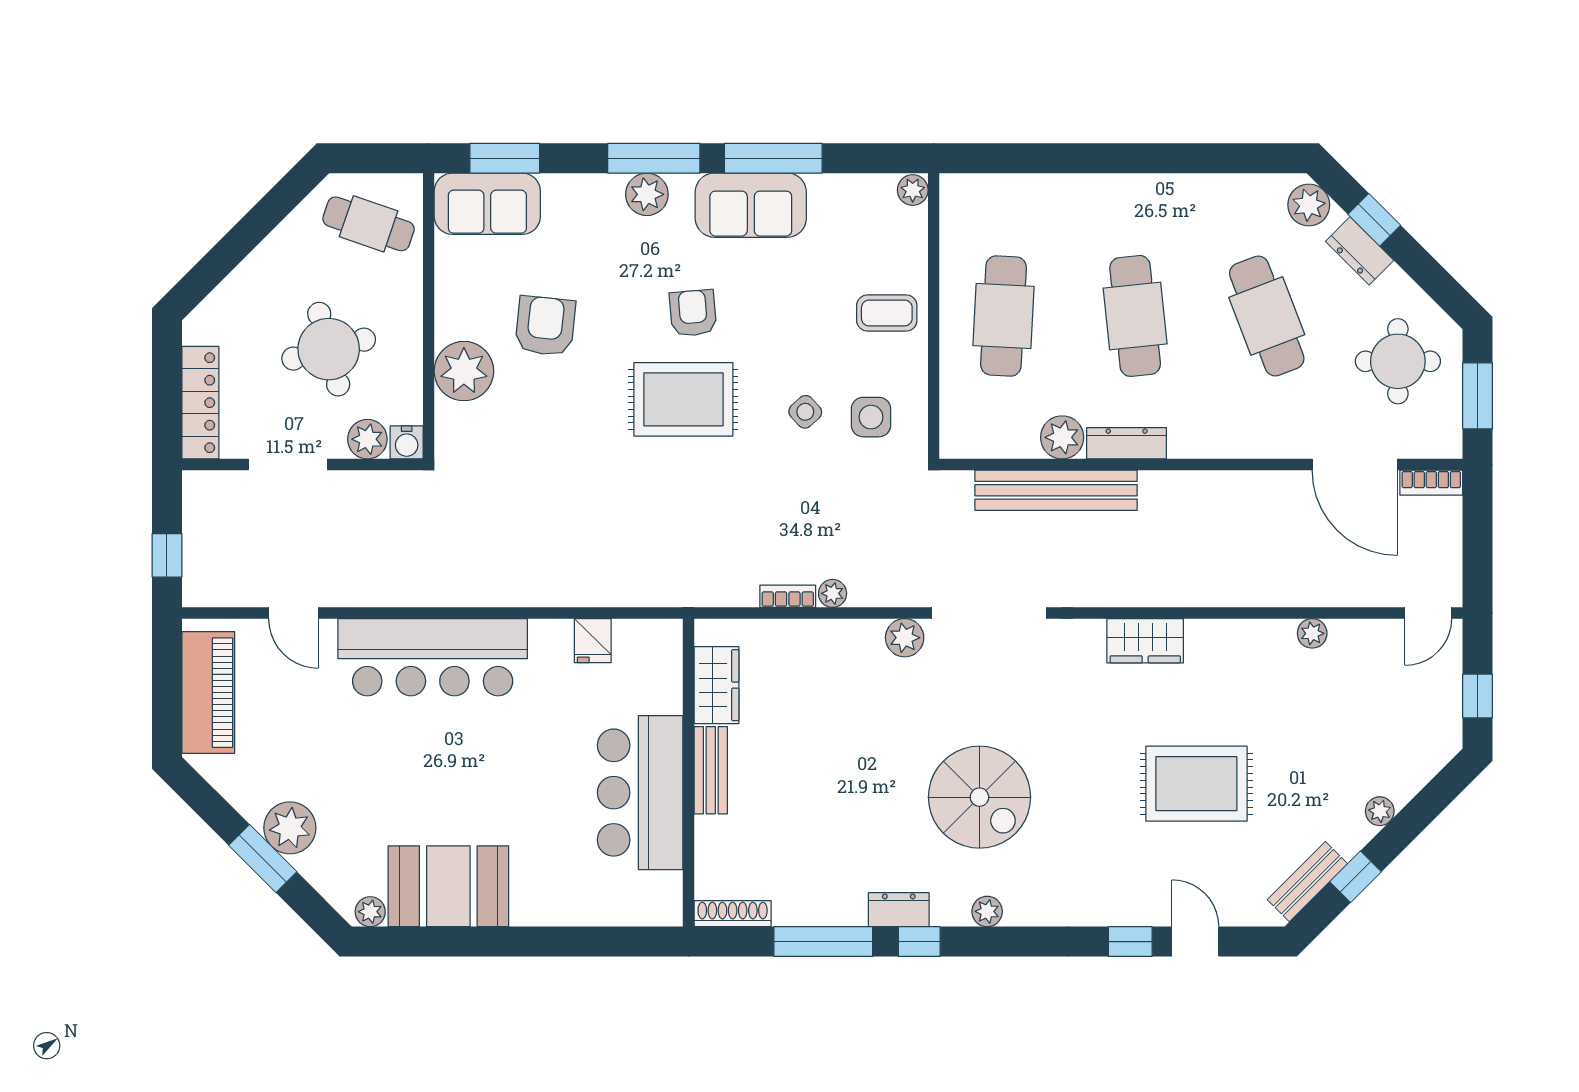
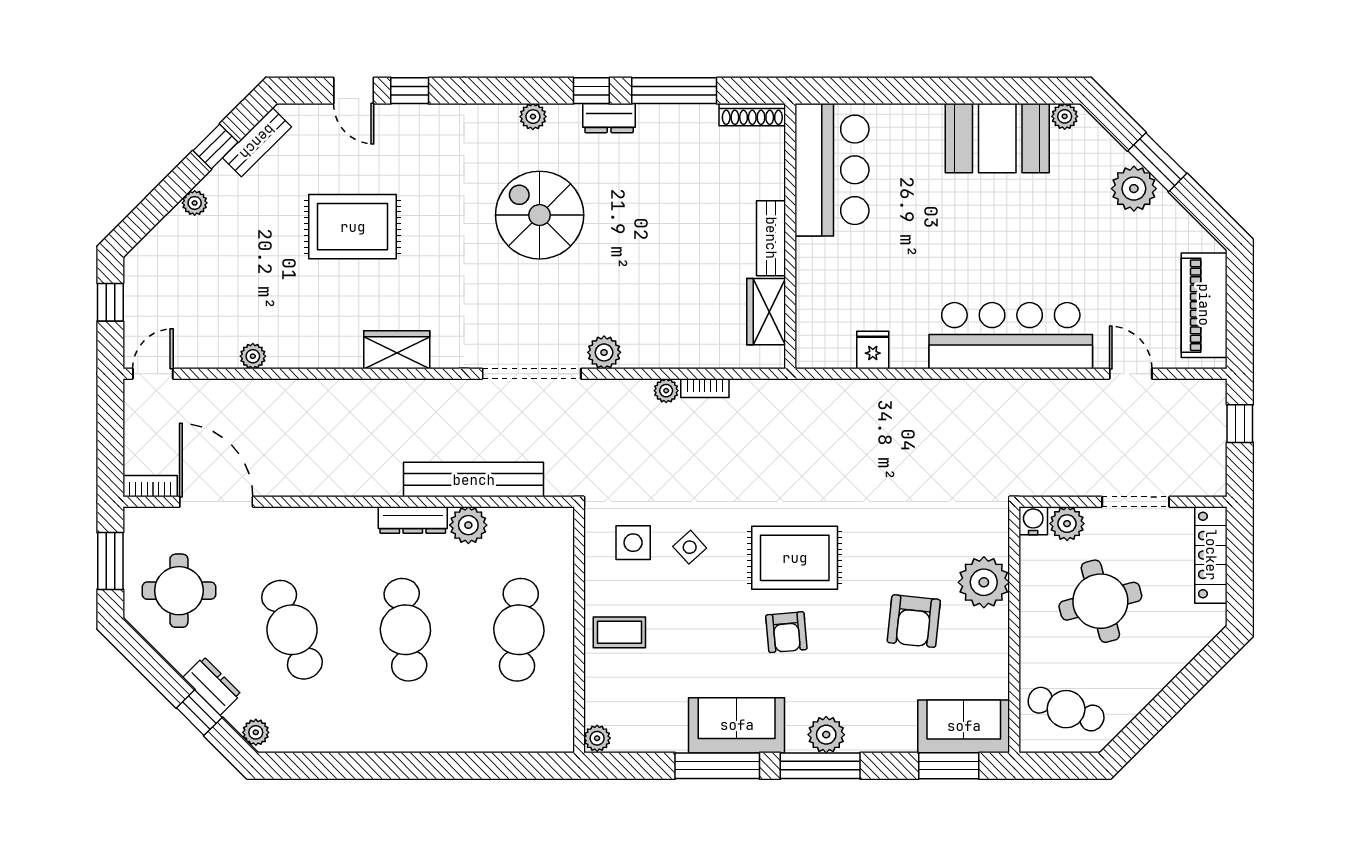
plant: (1309, 205) -> (256, 732), width x0.73, depth x0.73
bar counter: (640, 793) -> (832, 170), moved

